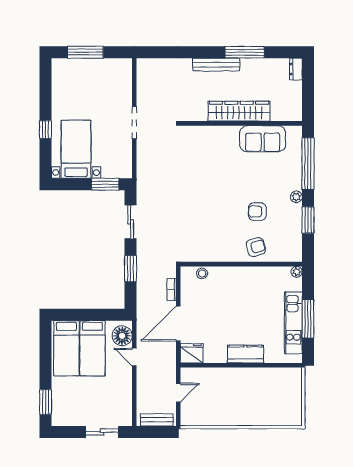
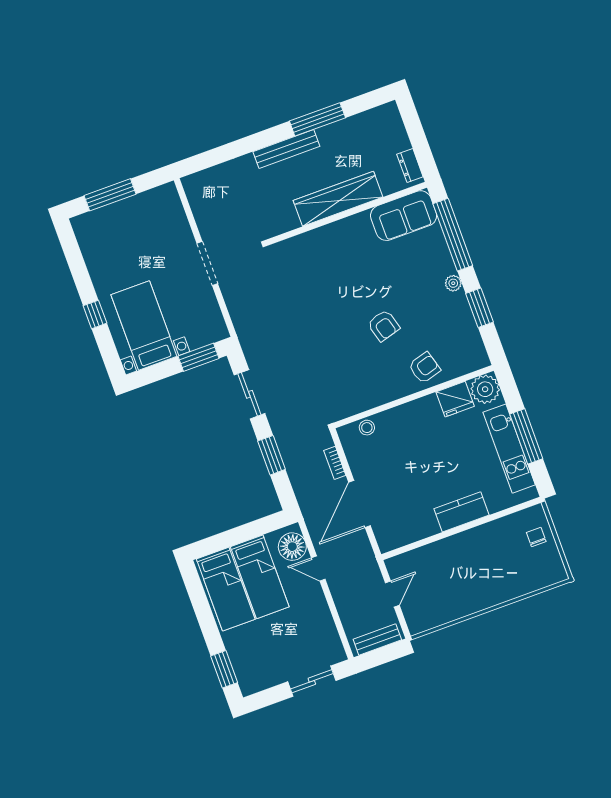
dresser: (296, 69) -> (410, 166), moved
sofa: (263, 139) -> (404, 216), moved
armchair: (257, 212) -> (384, 326), moved, turned -106
plant: (297, 272) -> (485, 389), width x1.87, depth x1.87
fridge: (192, 353) -> (455, 399), moved, turned 180
chair: (290, 389) -> (536, 537), added

